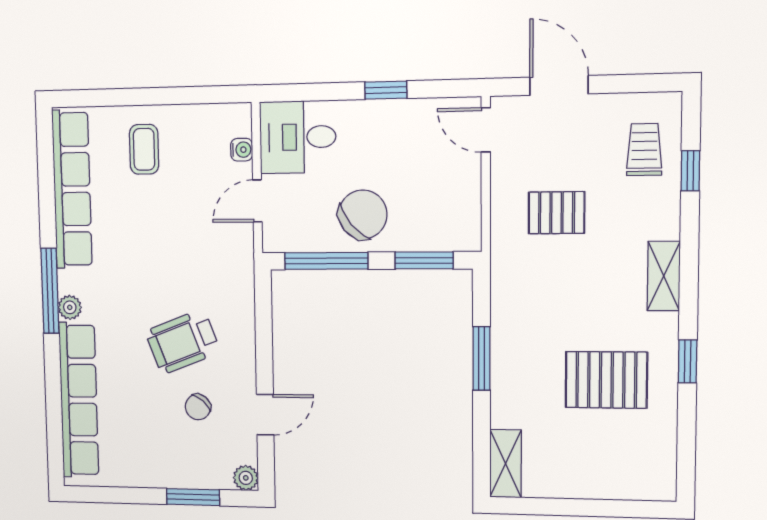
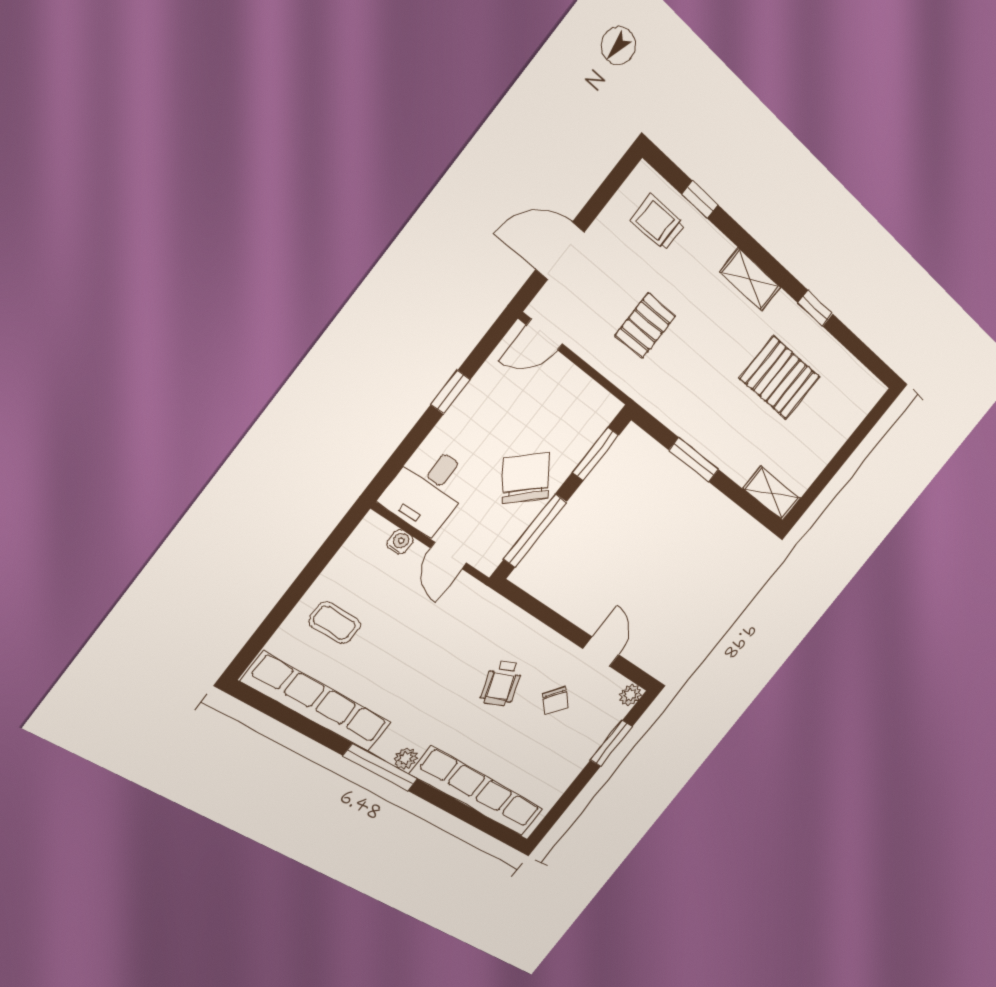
wheelchair: (183, 342) -> (502, 683), width x0.73, depth x0.73
pallet: (606, 380) -> (780, 378), turned 90

